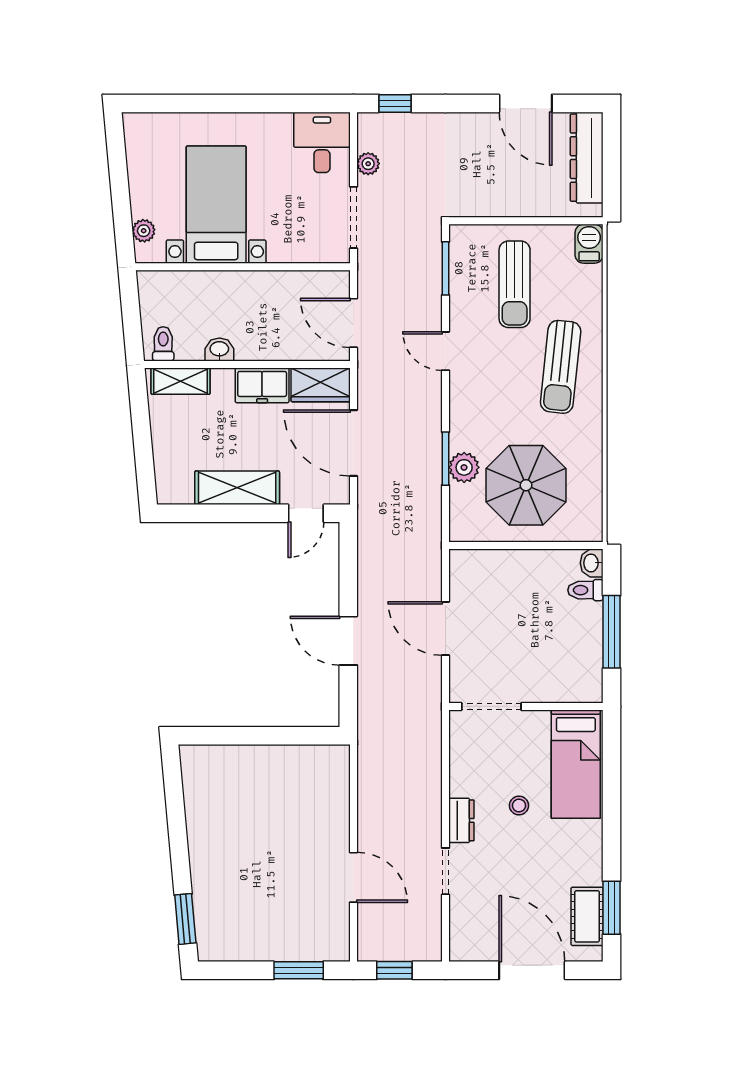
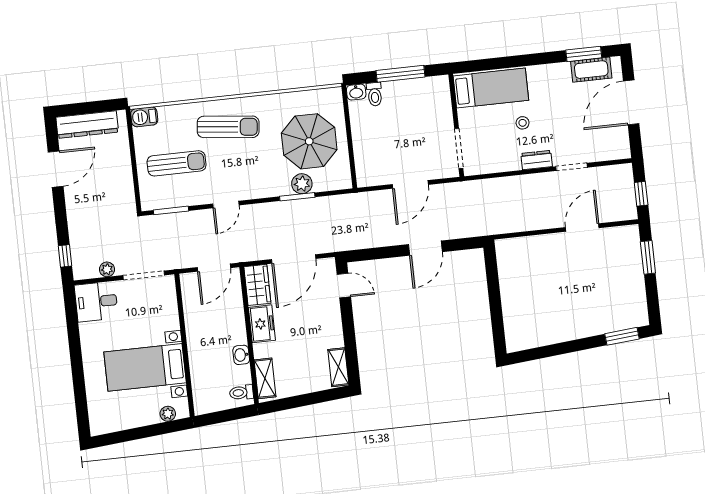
shelving: (237, 488) -> (338, 367), moved, width x0.67, depth x0.75

